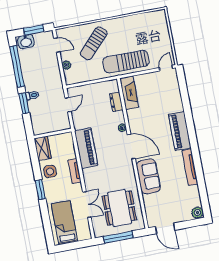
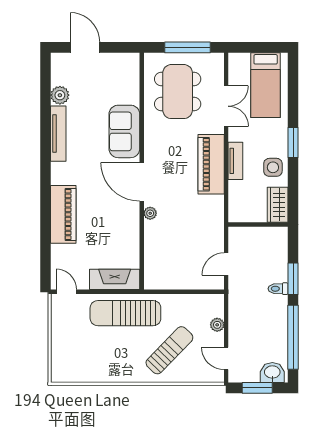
sun lounger: (126, 62) -> (125, 313), turned 180
door: (166, 68) -> (66, 292), swing flipped
fireplace: (129, 93) -> (115, 279), moved, turned 90
dresser: (116, 102) -> (152, 255), removed
piano: (180, 131) -> (63, 214), moved
piano: (86, 148) -> (211, 164), moved
double door: (87, 205) -> (226, 106), swing flipped
plant: (197, 213) -> (60, 95), moved
door: (165, 228) -> (85, 47), moved

